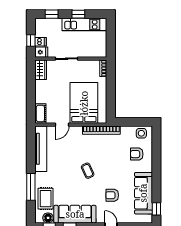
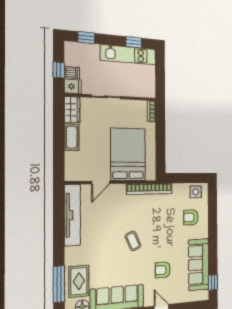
window: (78, 14) -> (134, 42), moved
cot: (40, 113) -> (72, 137), moved
window: (31, 187) -> (59, 284), moved

